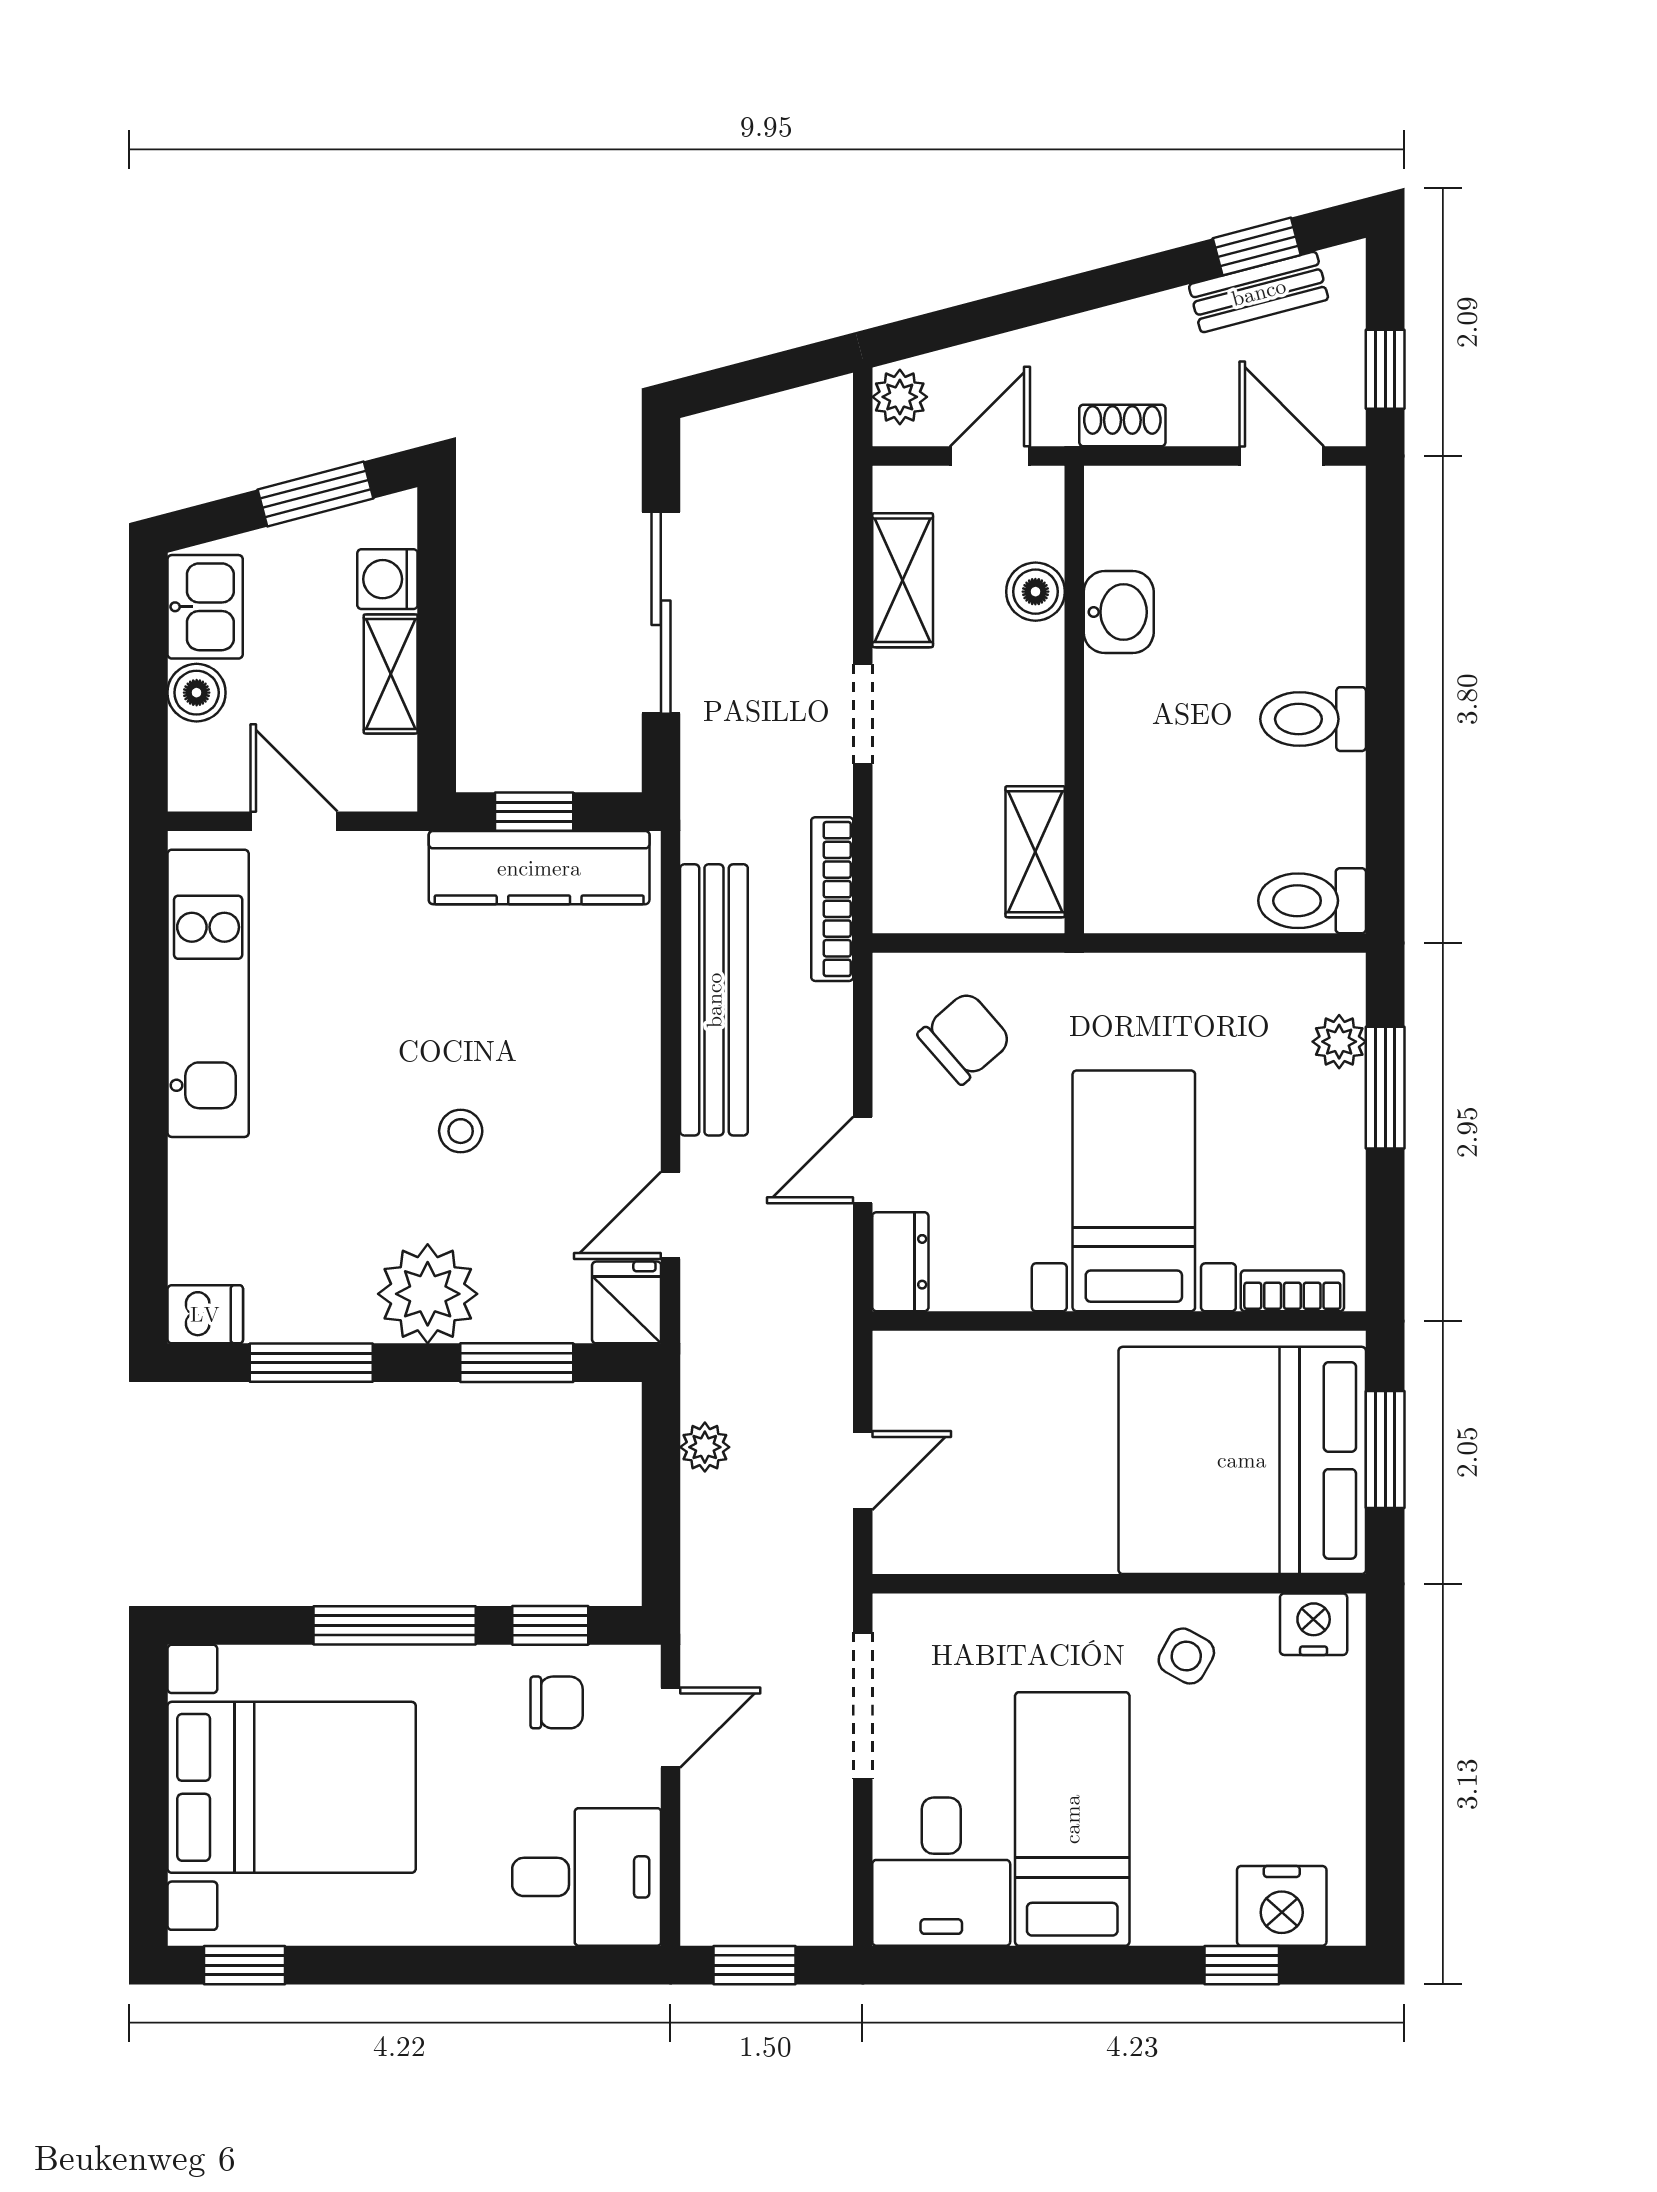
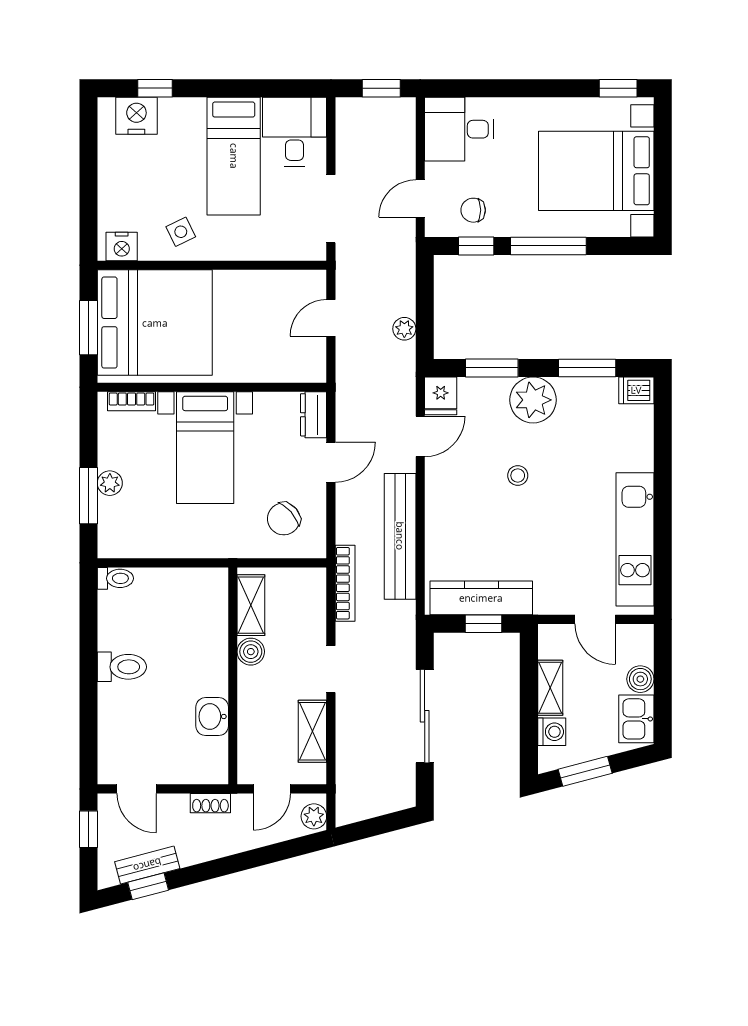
boiler: (1035, 592) -> (251, 652), moved
toilet: (1312, 901) -> (115, 578), width x0.73, depth x0.72
plant: (1339, 1042) -> (110, 483), moved
side table: (1186, 1656) -> (181, 232), turned 35

